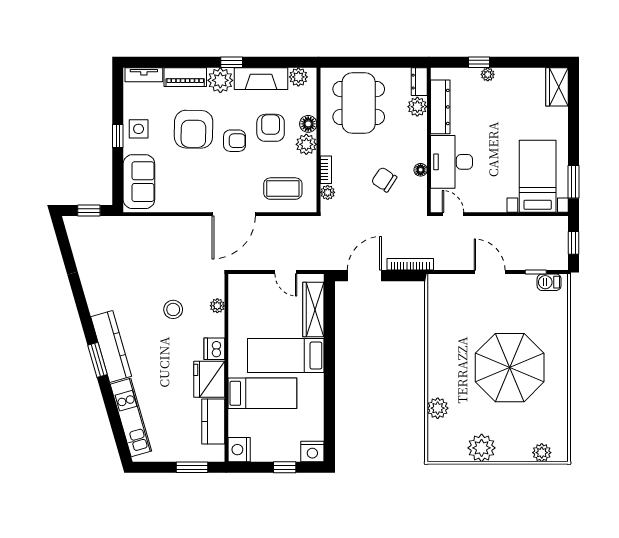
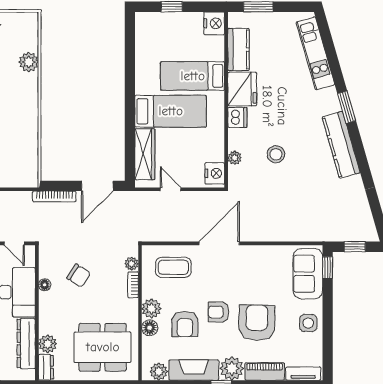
dining table: (359, 103) -> (103, 347), turned 90
window: (118, 136) -> (328, 268), moved
kitchen counter: (111, 346) -> (341, 145), moved
nightstand: (312, 451) -> (215, 173), moved, turned 90

